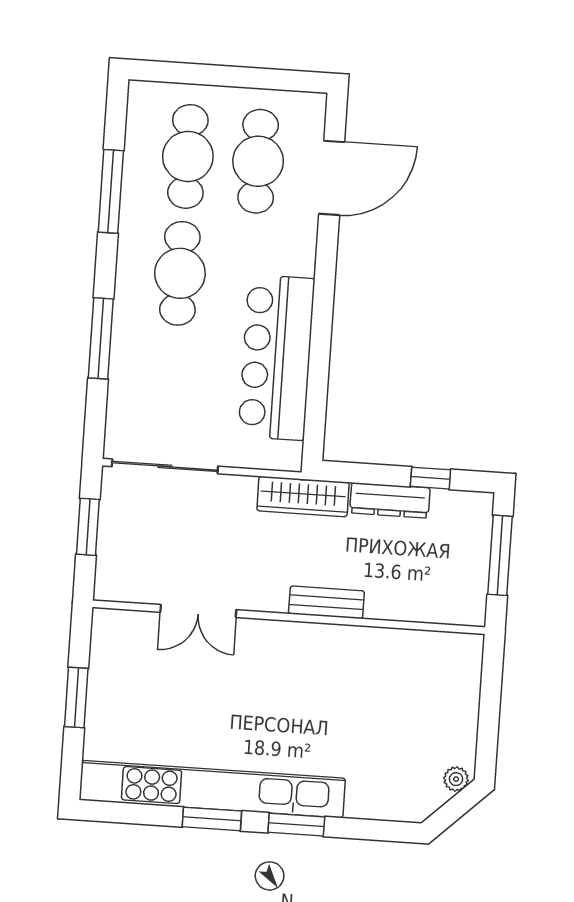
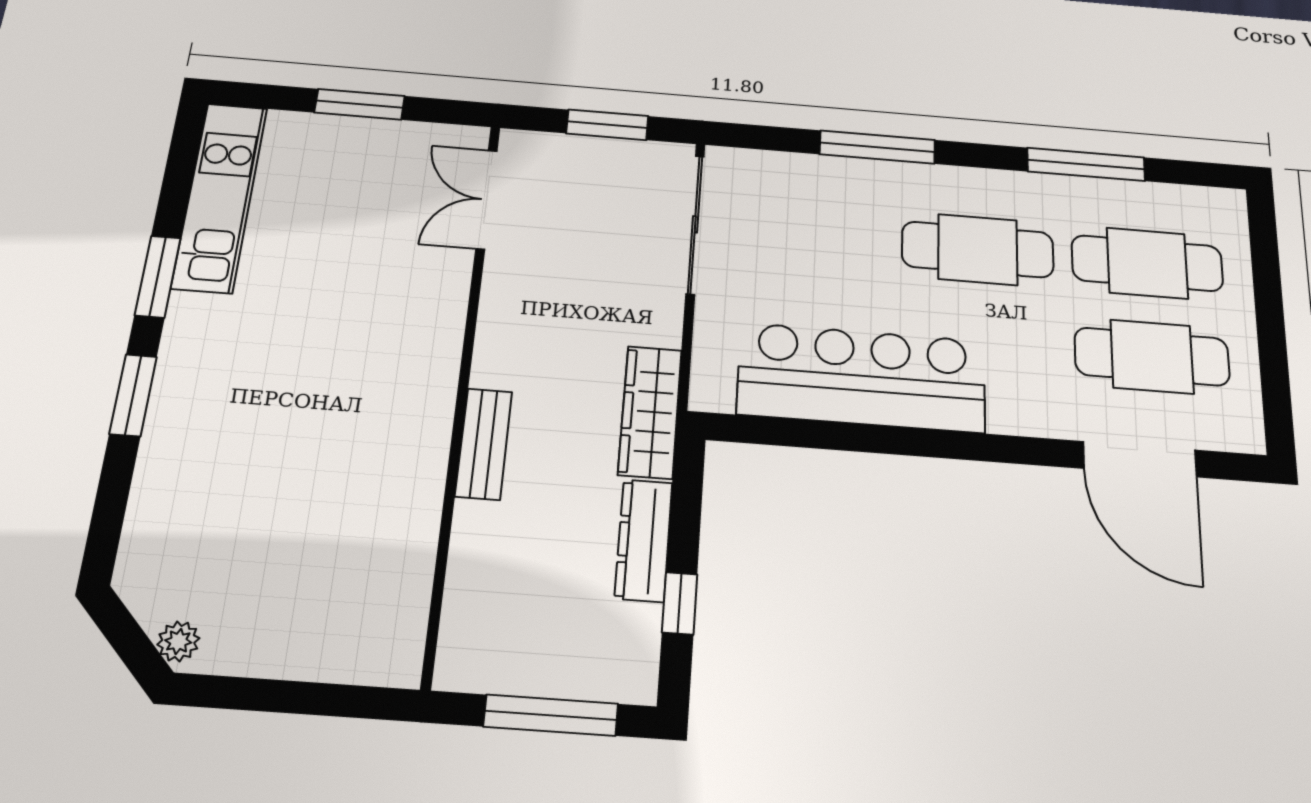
double door: (198, 611) -> (487, 199), moved
kitchen unit: (212, 789) -> (220, 197), width x0.54

